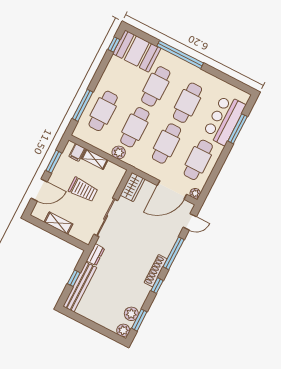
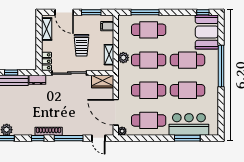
shelving: (95, 159) -> (109, 55), moved
shelving: (58, 223) -> (47, 29), moved
locker: (81, 235) -> (46, 61), added

